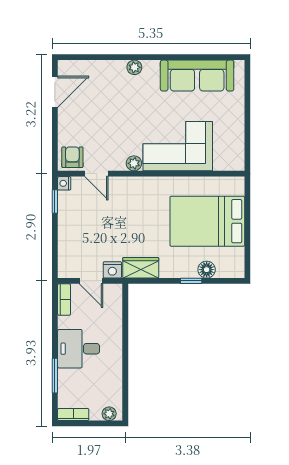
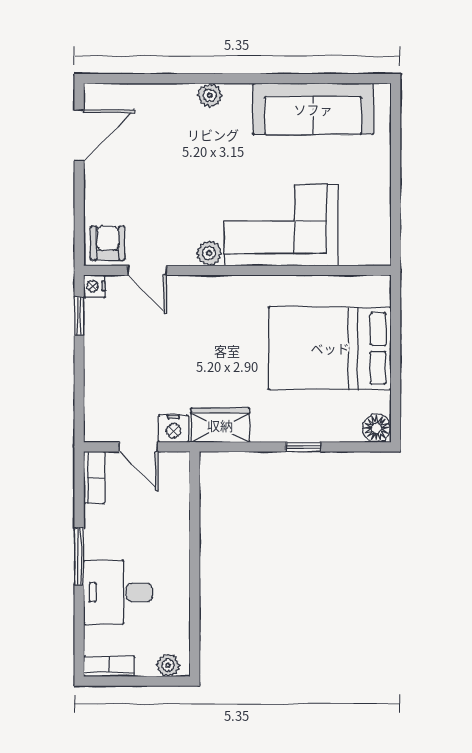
floor lamp: (207, 270) -> (377, 428), moved
desk: (79, 349) -> (118, 592), moved
window: (55, 376) -> (79, 556), moved

